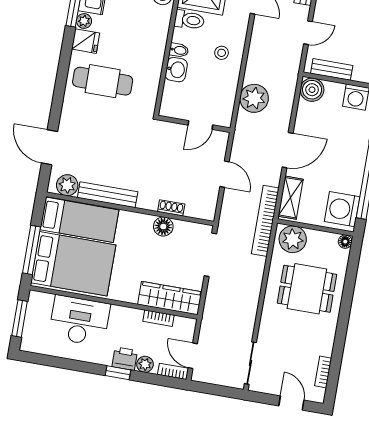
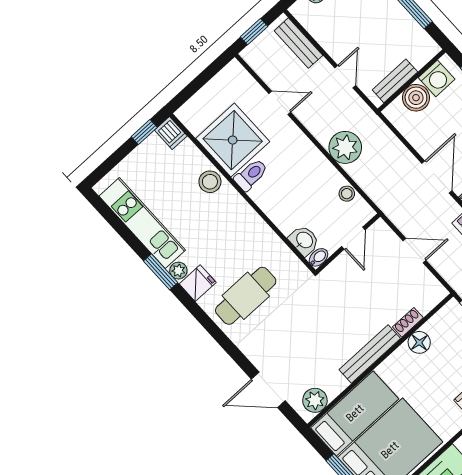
bidet: (179, 50) -> (318, 257), moved
stool: (222, 53) -> (347, 194), moved
washbasin: (176, 70) -> (304, 240), moved
boiler: (312, 90) -> (416, 98), moved
plant: (254, 98) -> (345, 147), moved
bench: (108, 195) -> (370, 354), moved

